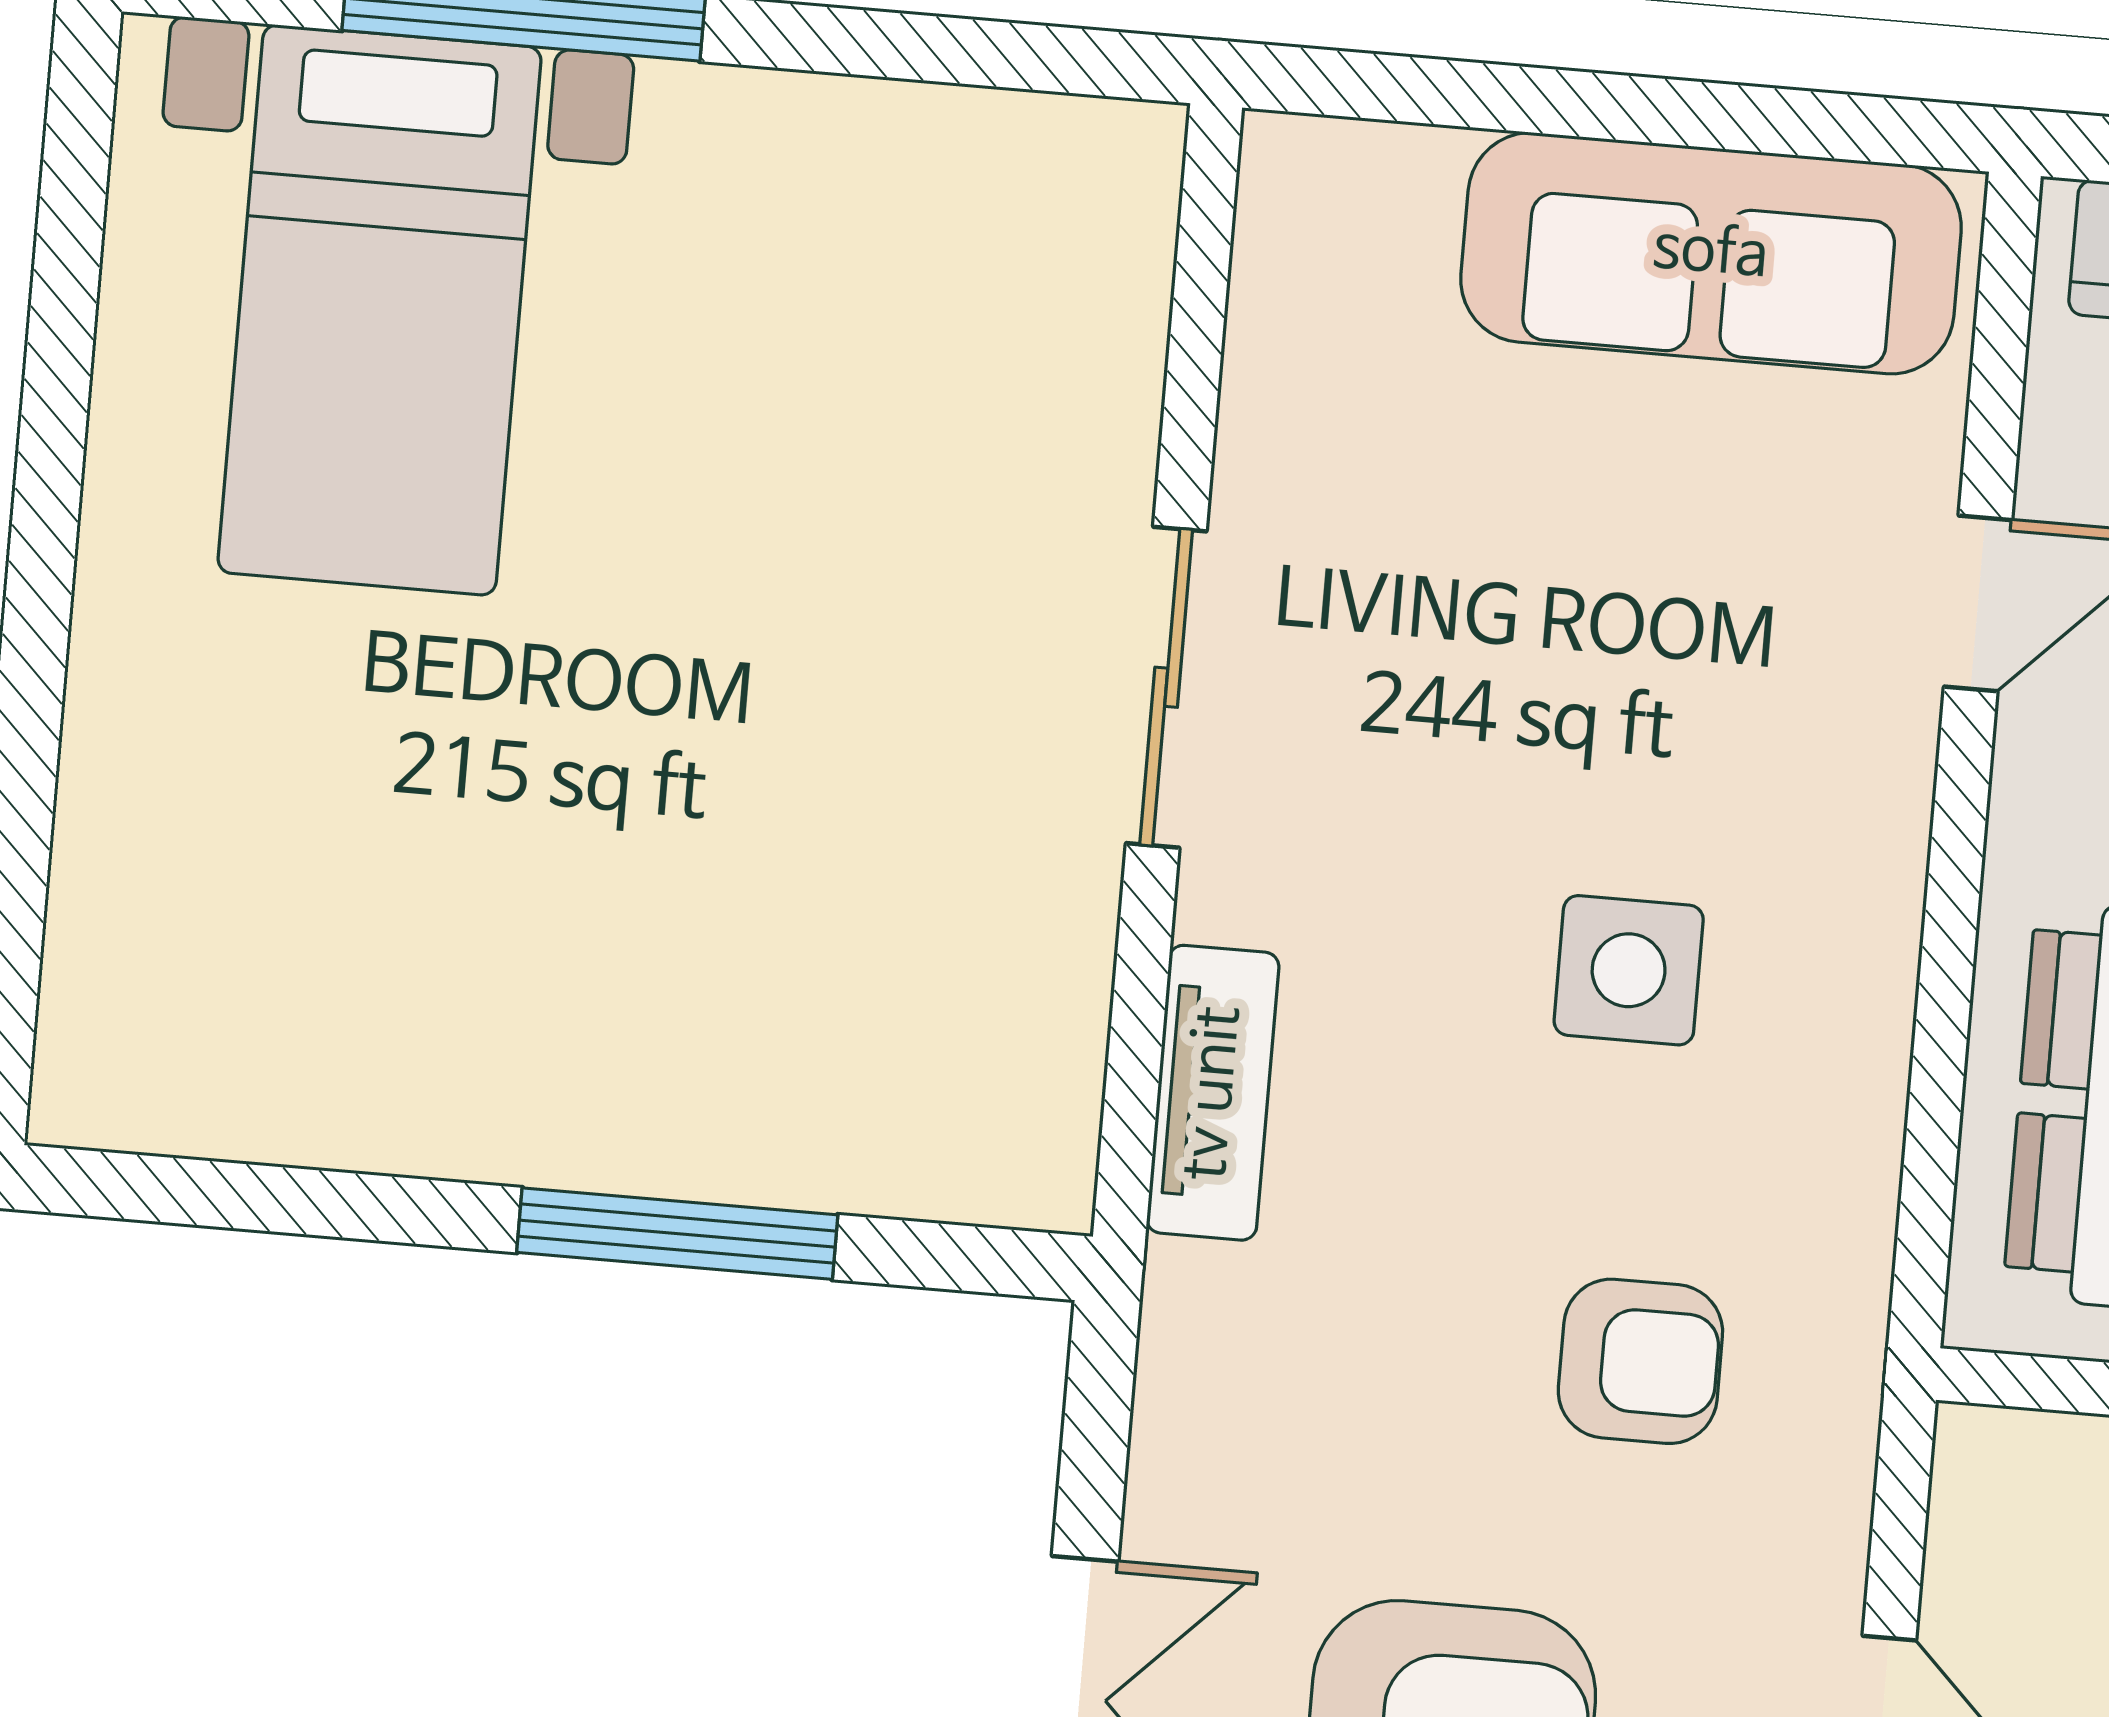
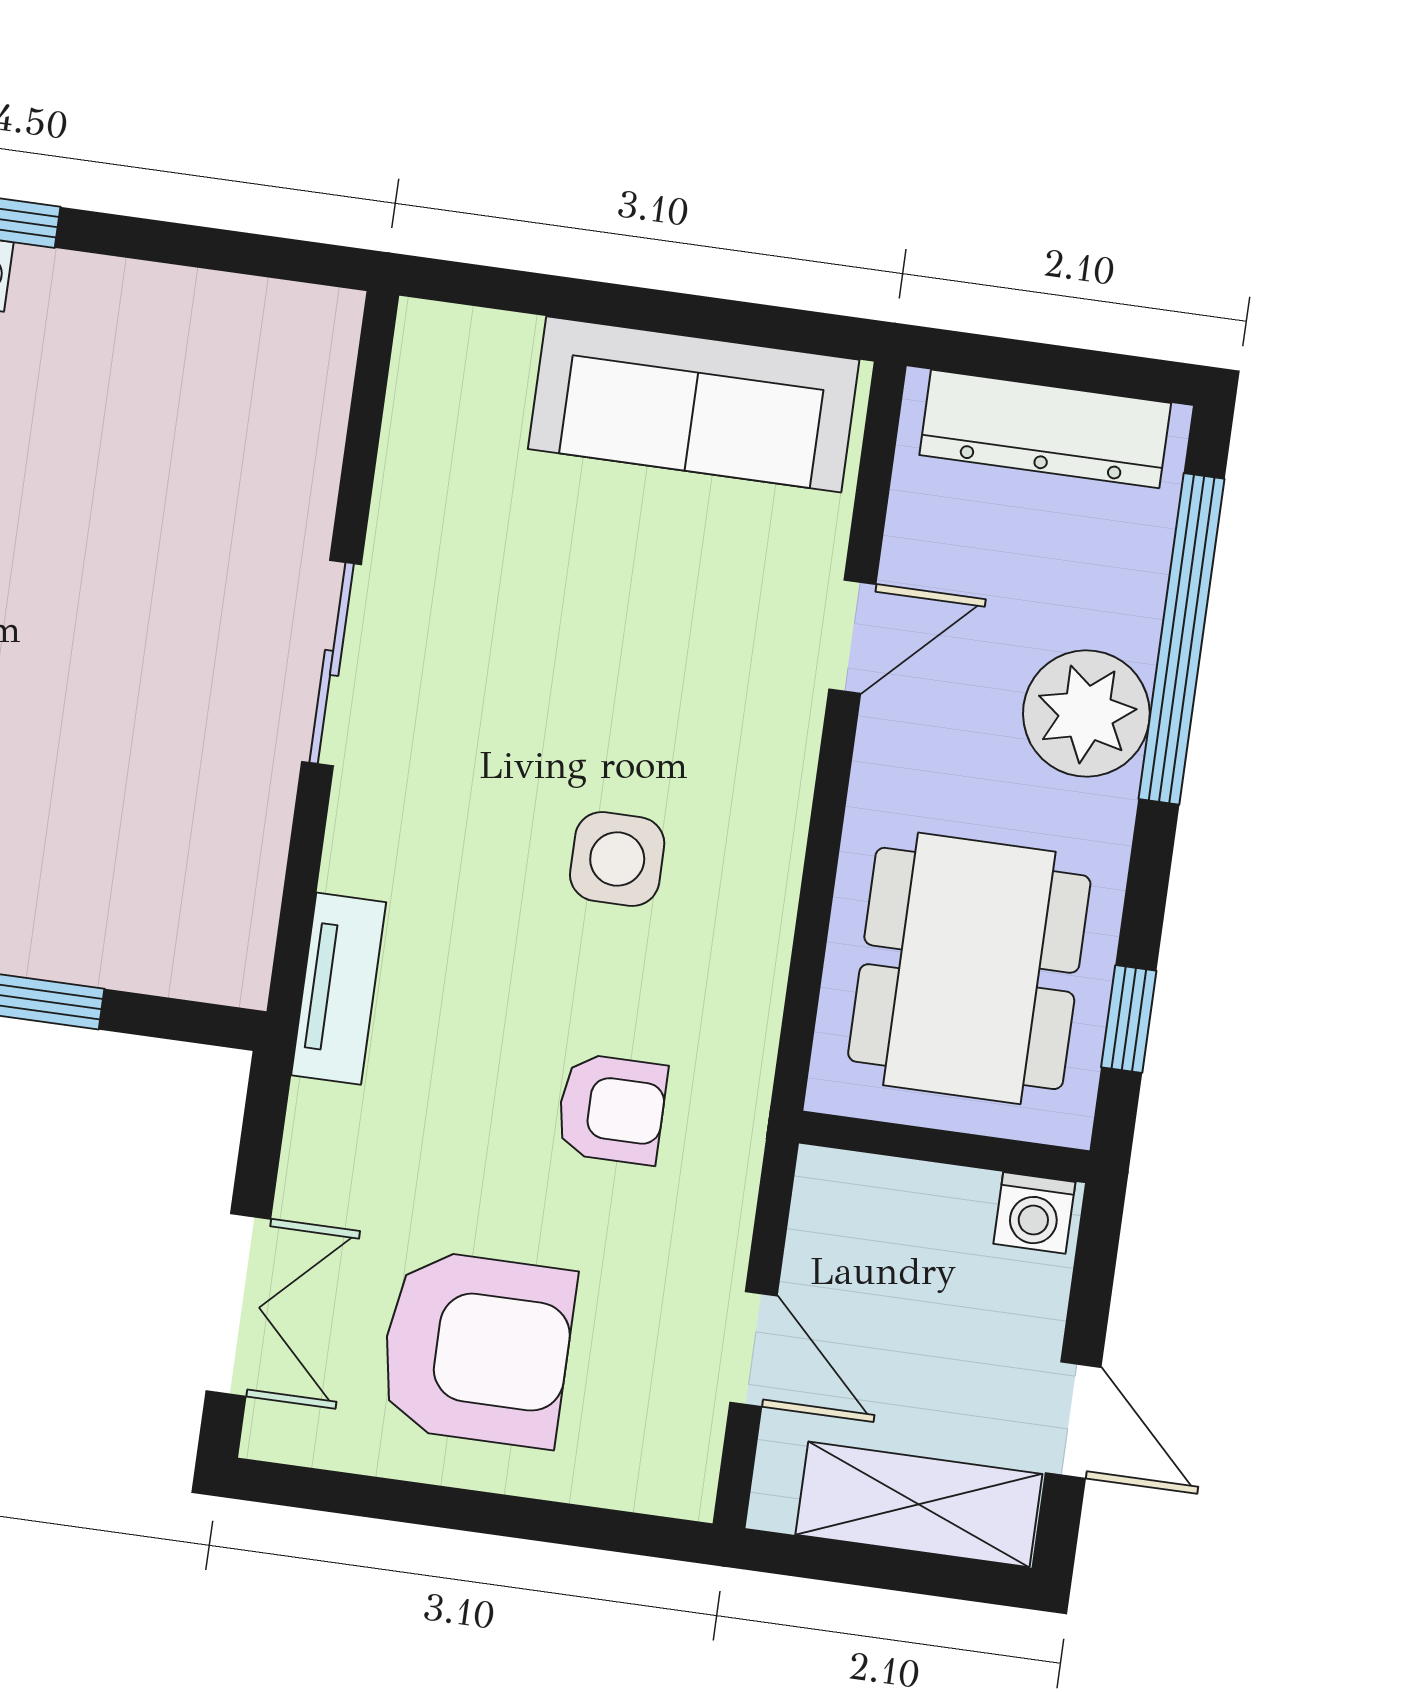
tv unit: (1213, 1093) -> (339, 989), moved

